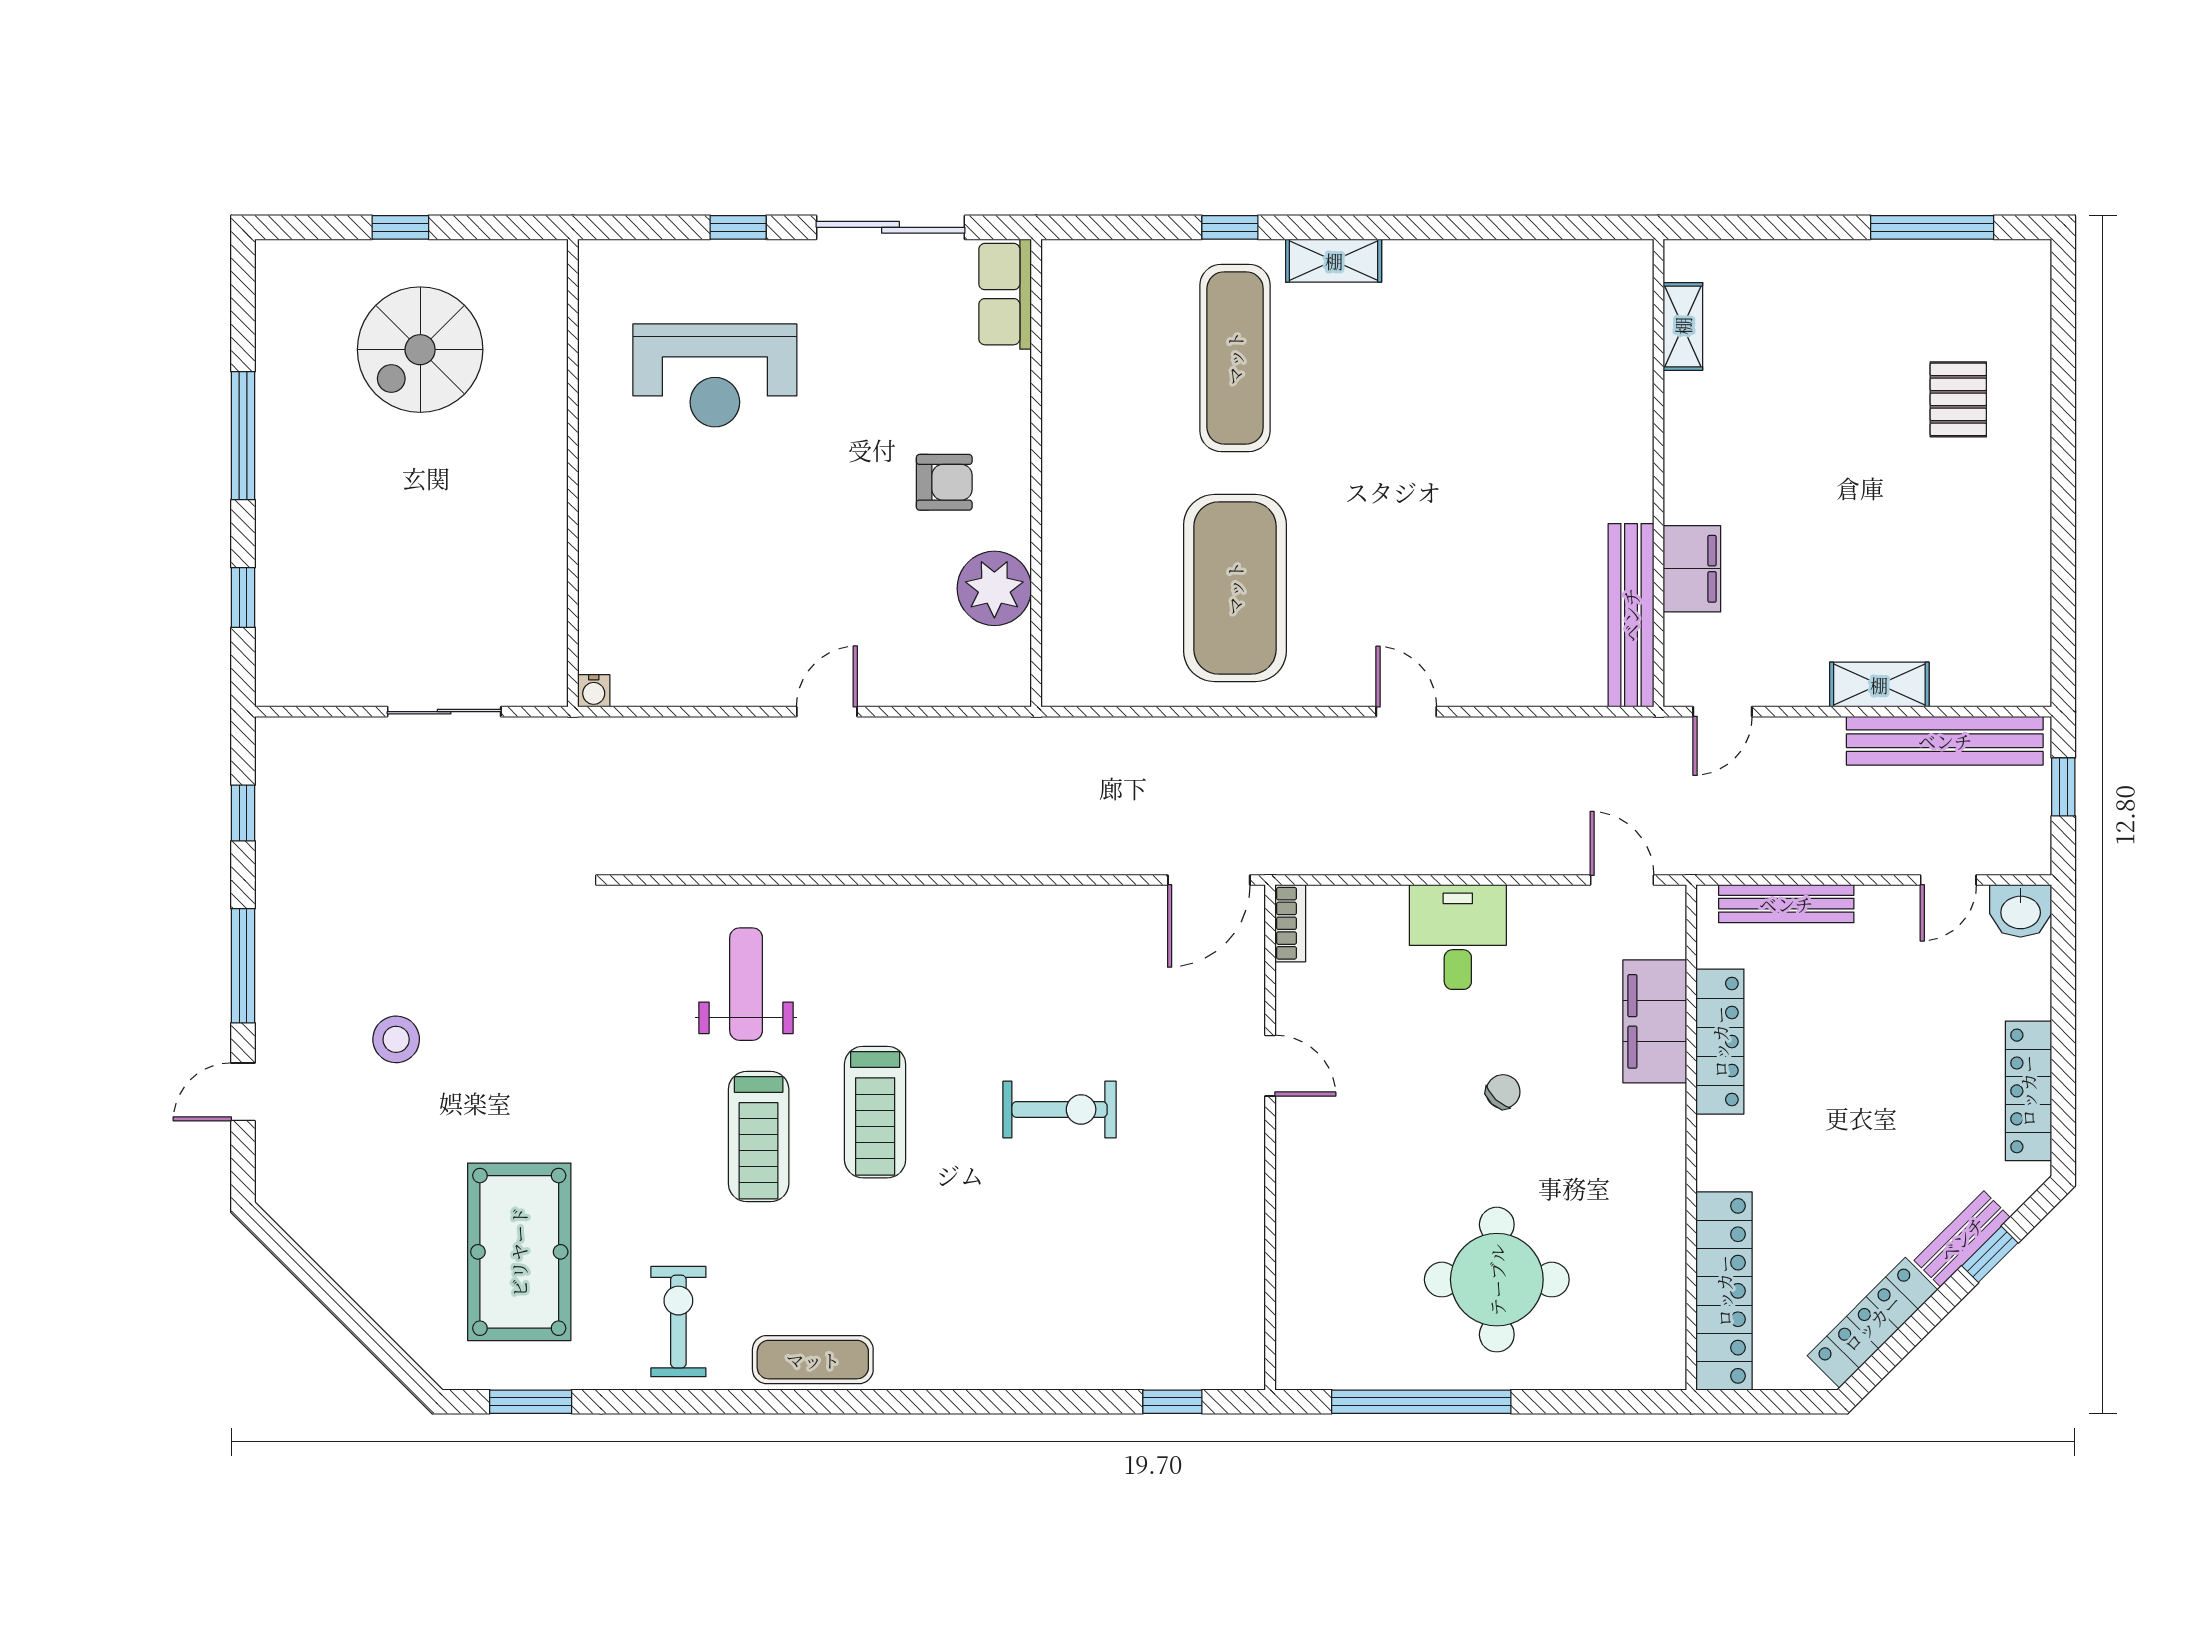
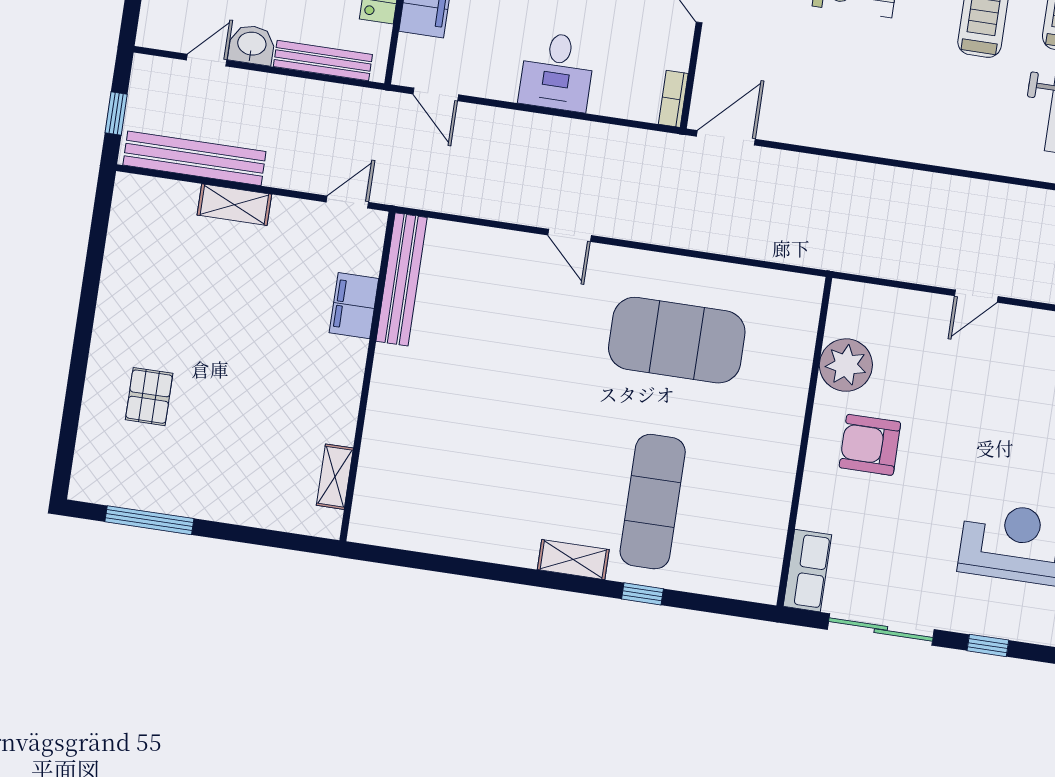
armchair: (944, 482) -> (870, 445), width x1.38, depth x1.38
exercise mat: (1235, 588) -> (677, 340), turned 90
washbasin: (2021, 911) -> (252, 45), moved

